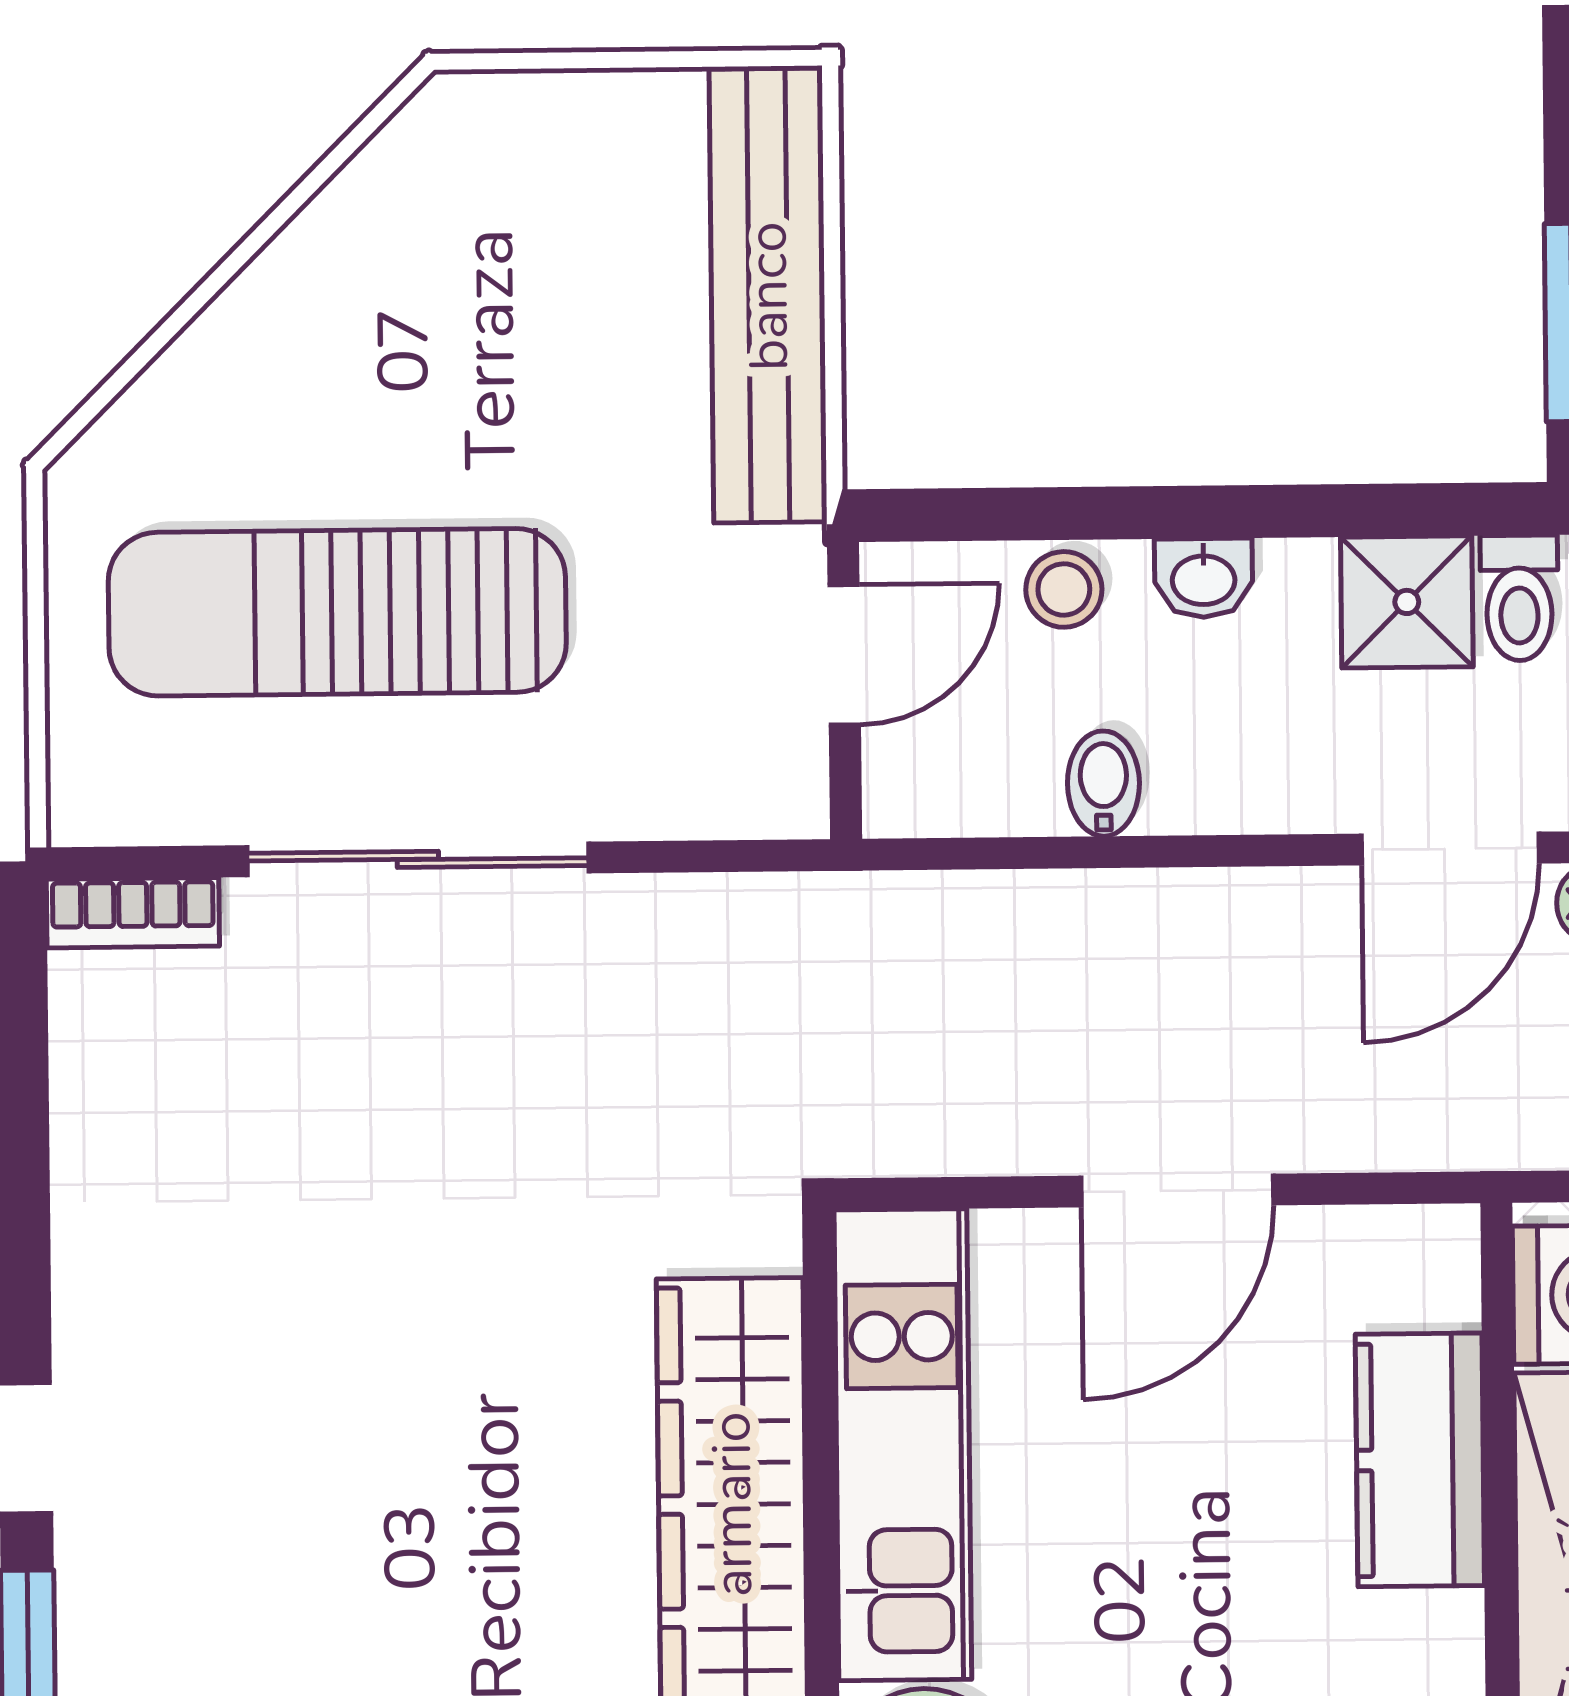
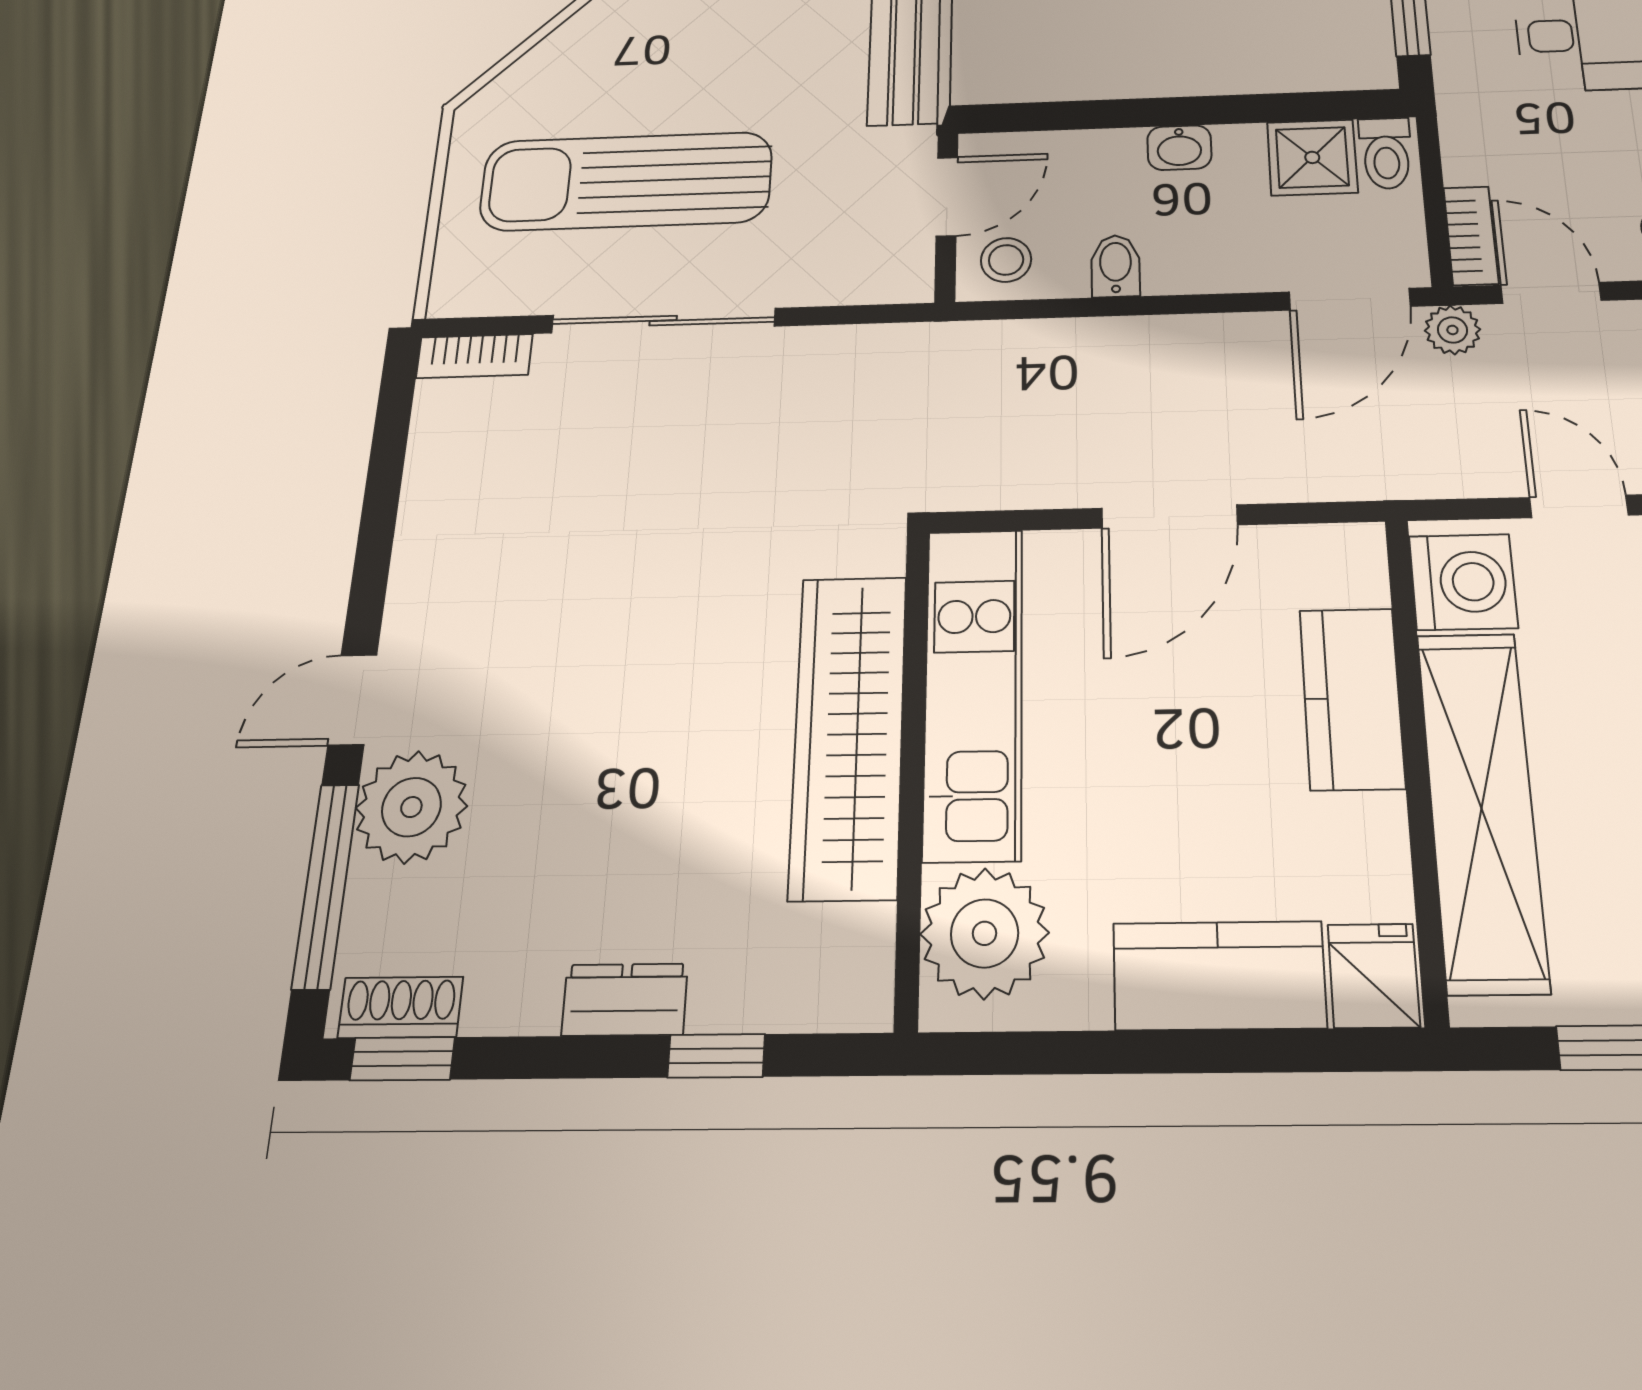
stool: (1064, 589) -> (1006, 260), moved
plant: (132, 1601) -> (411, 807), added

